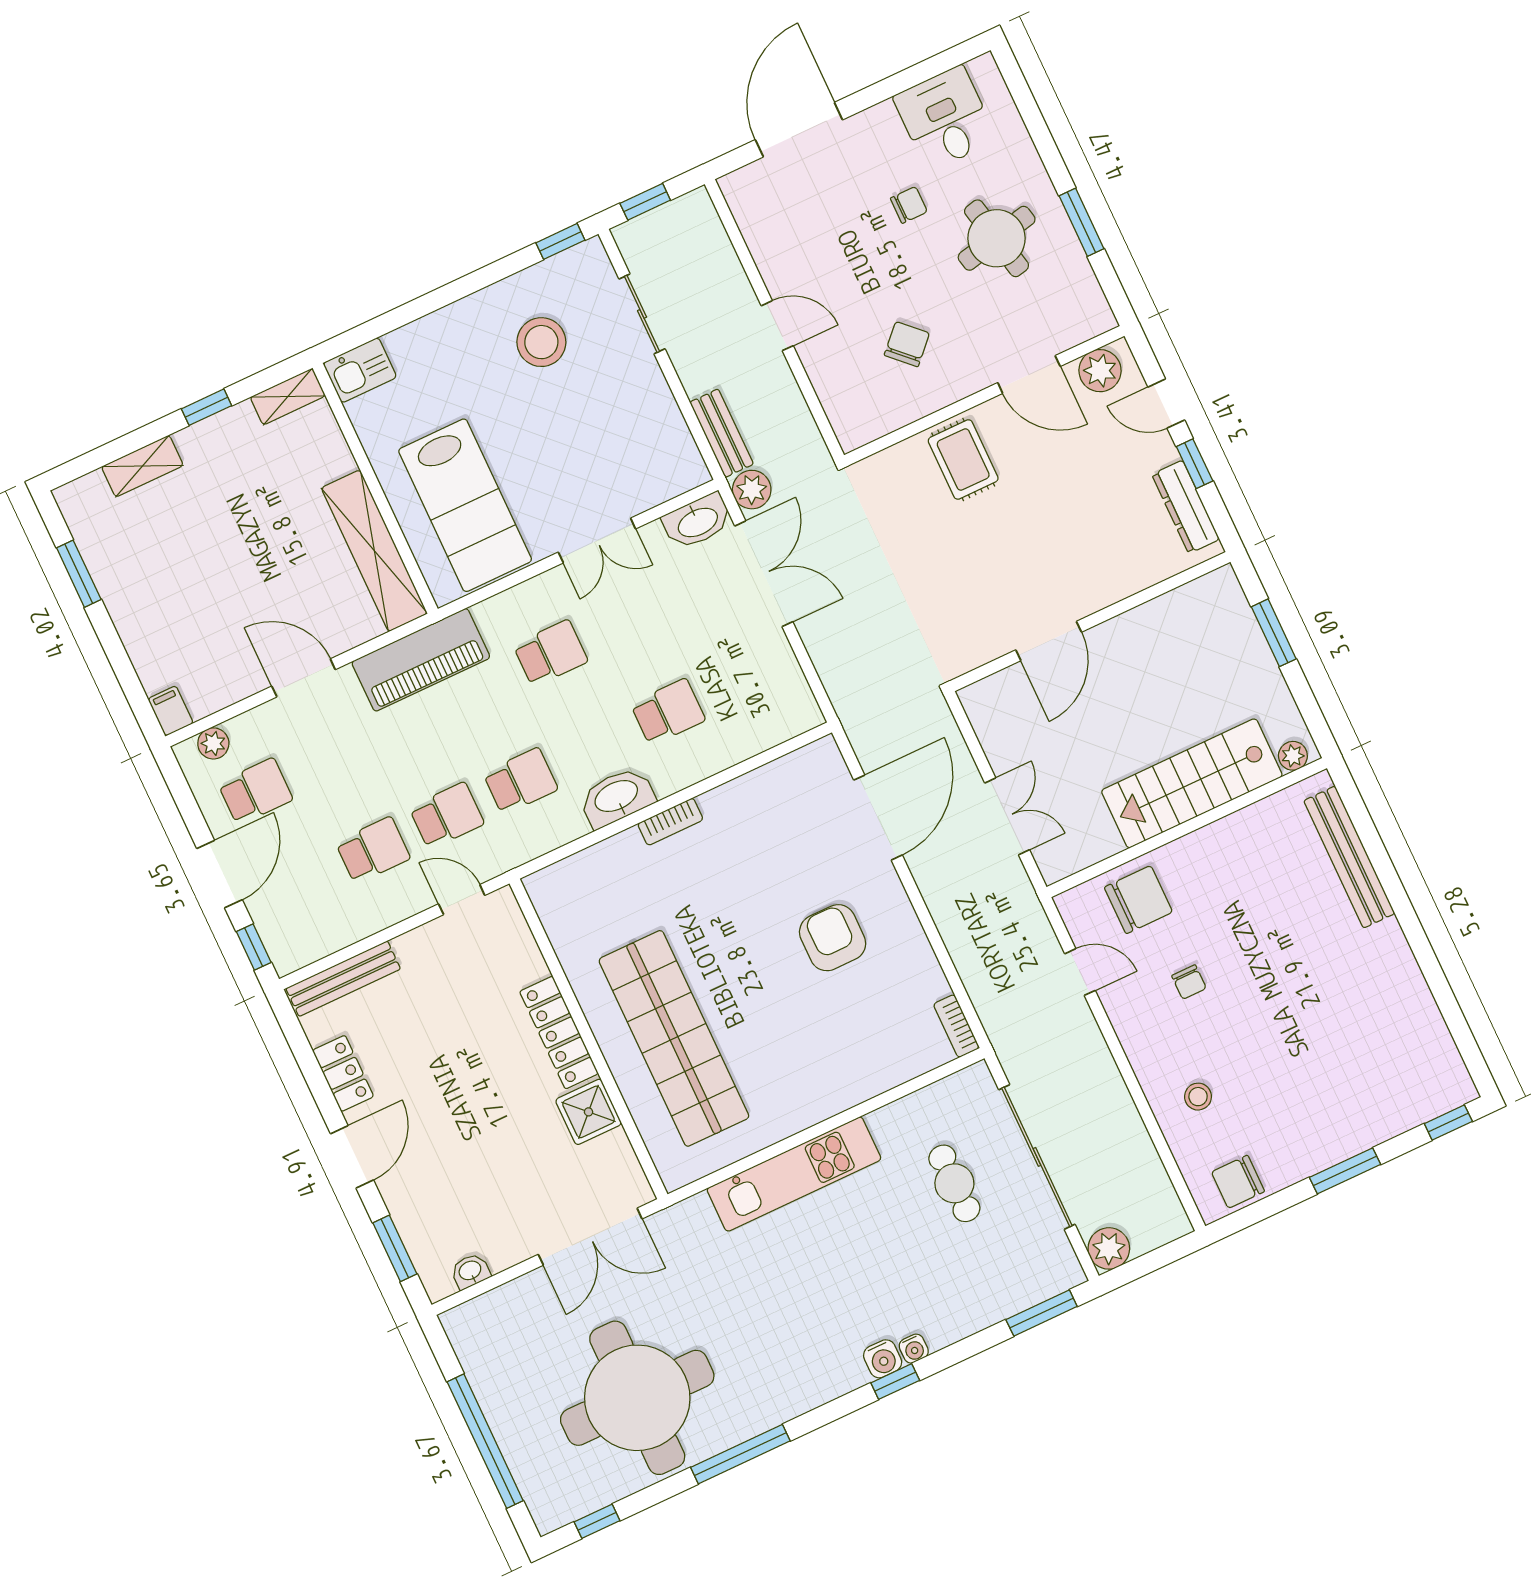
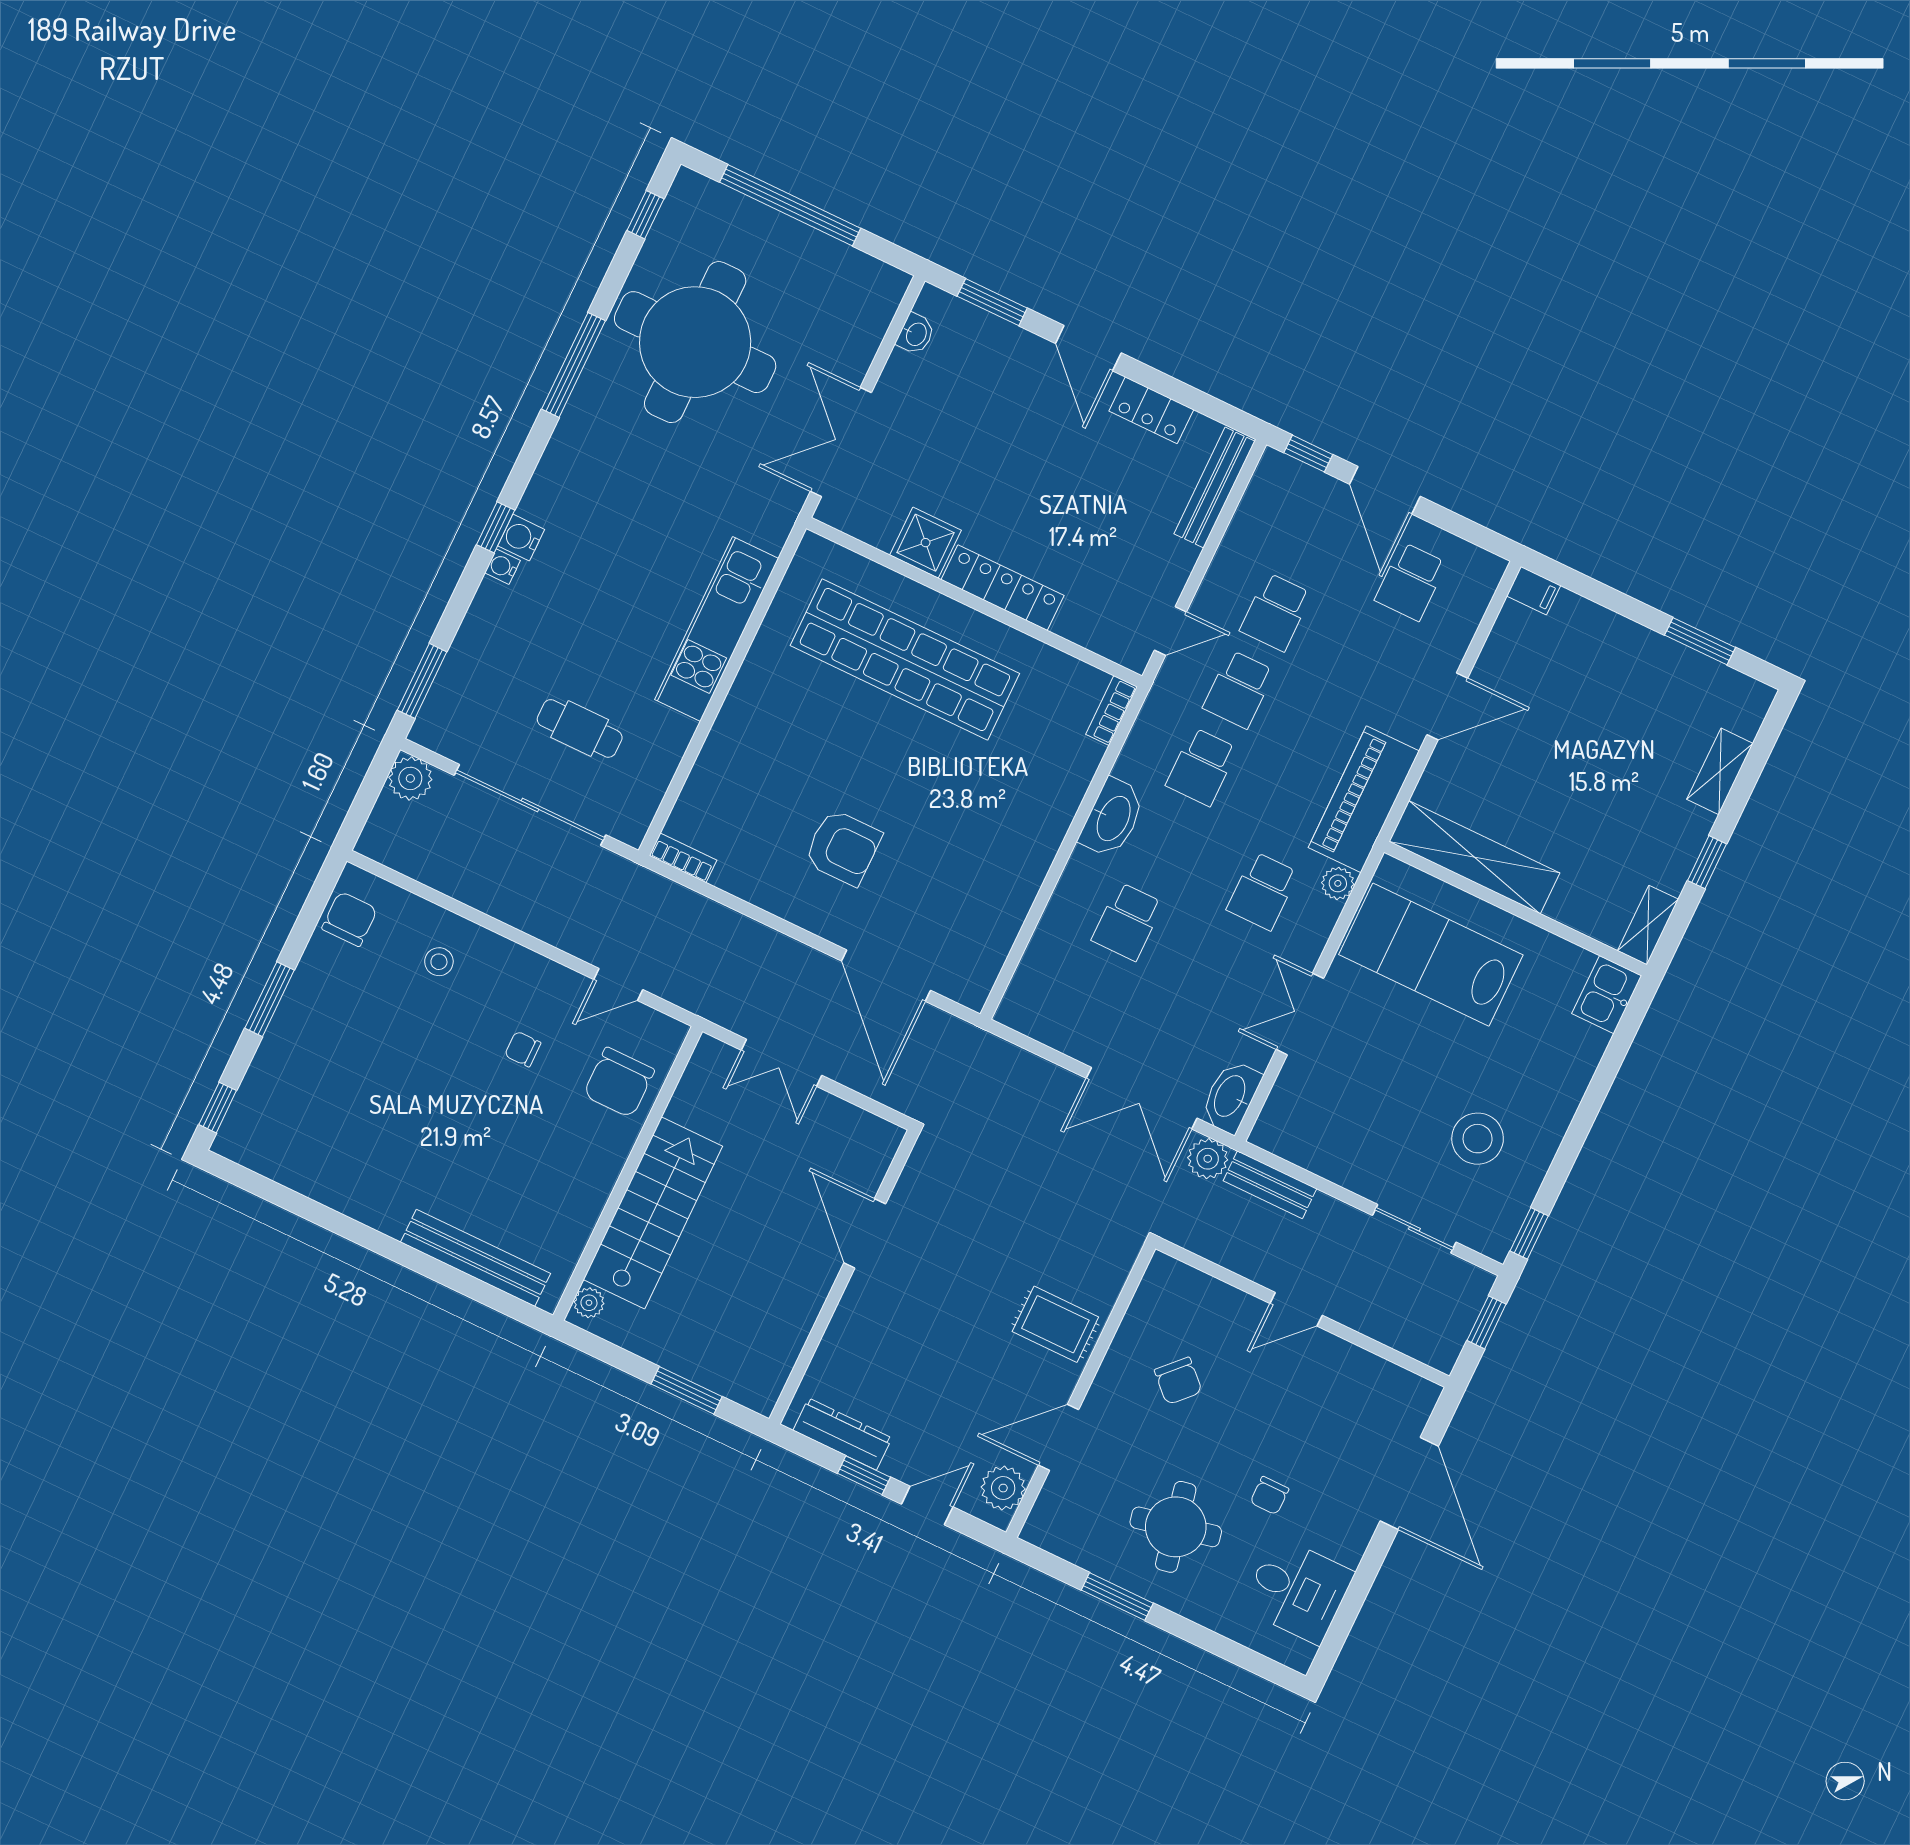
plant: (213, 743) -> (1338, 883), moved
bookcase: (670, 822) -> (1111, 711), moved

